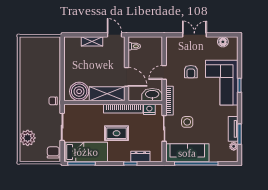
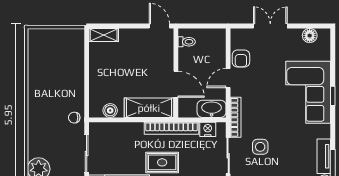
shelving: (92, 41) -> (104, 35), moved
armchair: (191, 72) -> (241, 59), moved
boiler: (79, 91) -> (110, 111), width x0.54, depth x0.54

